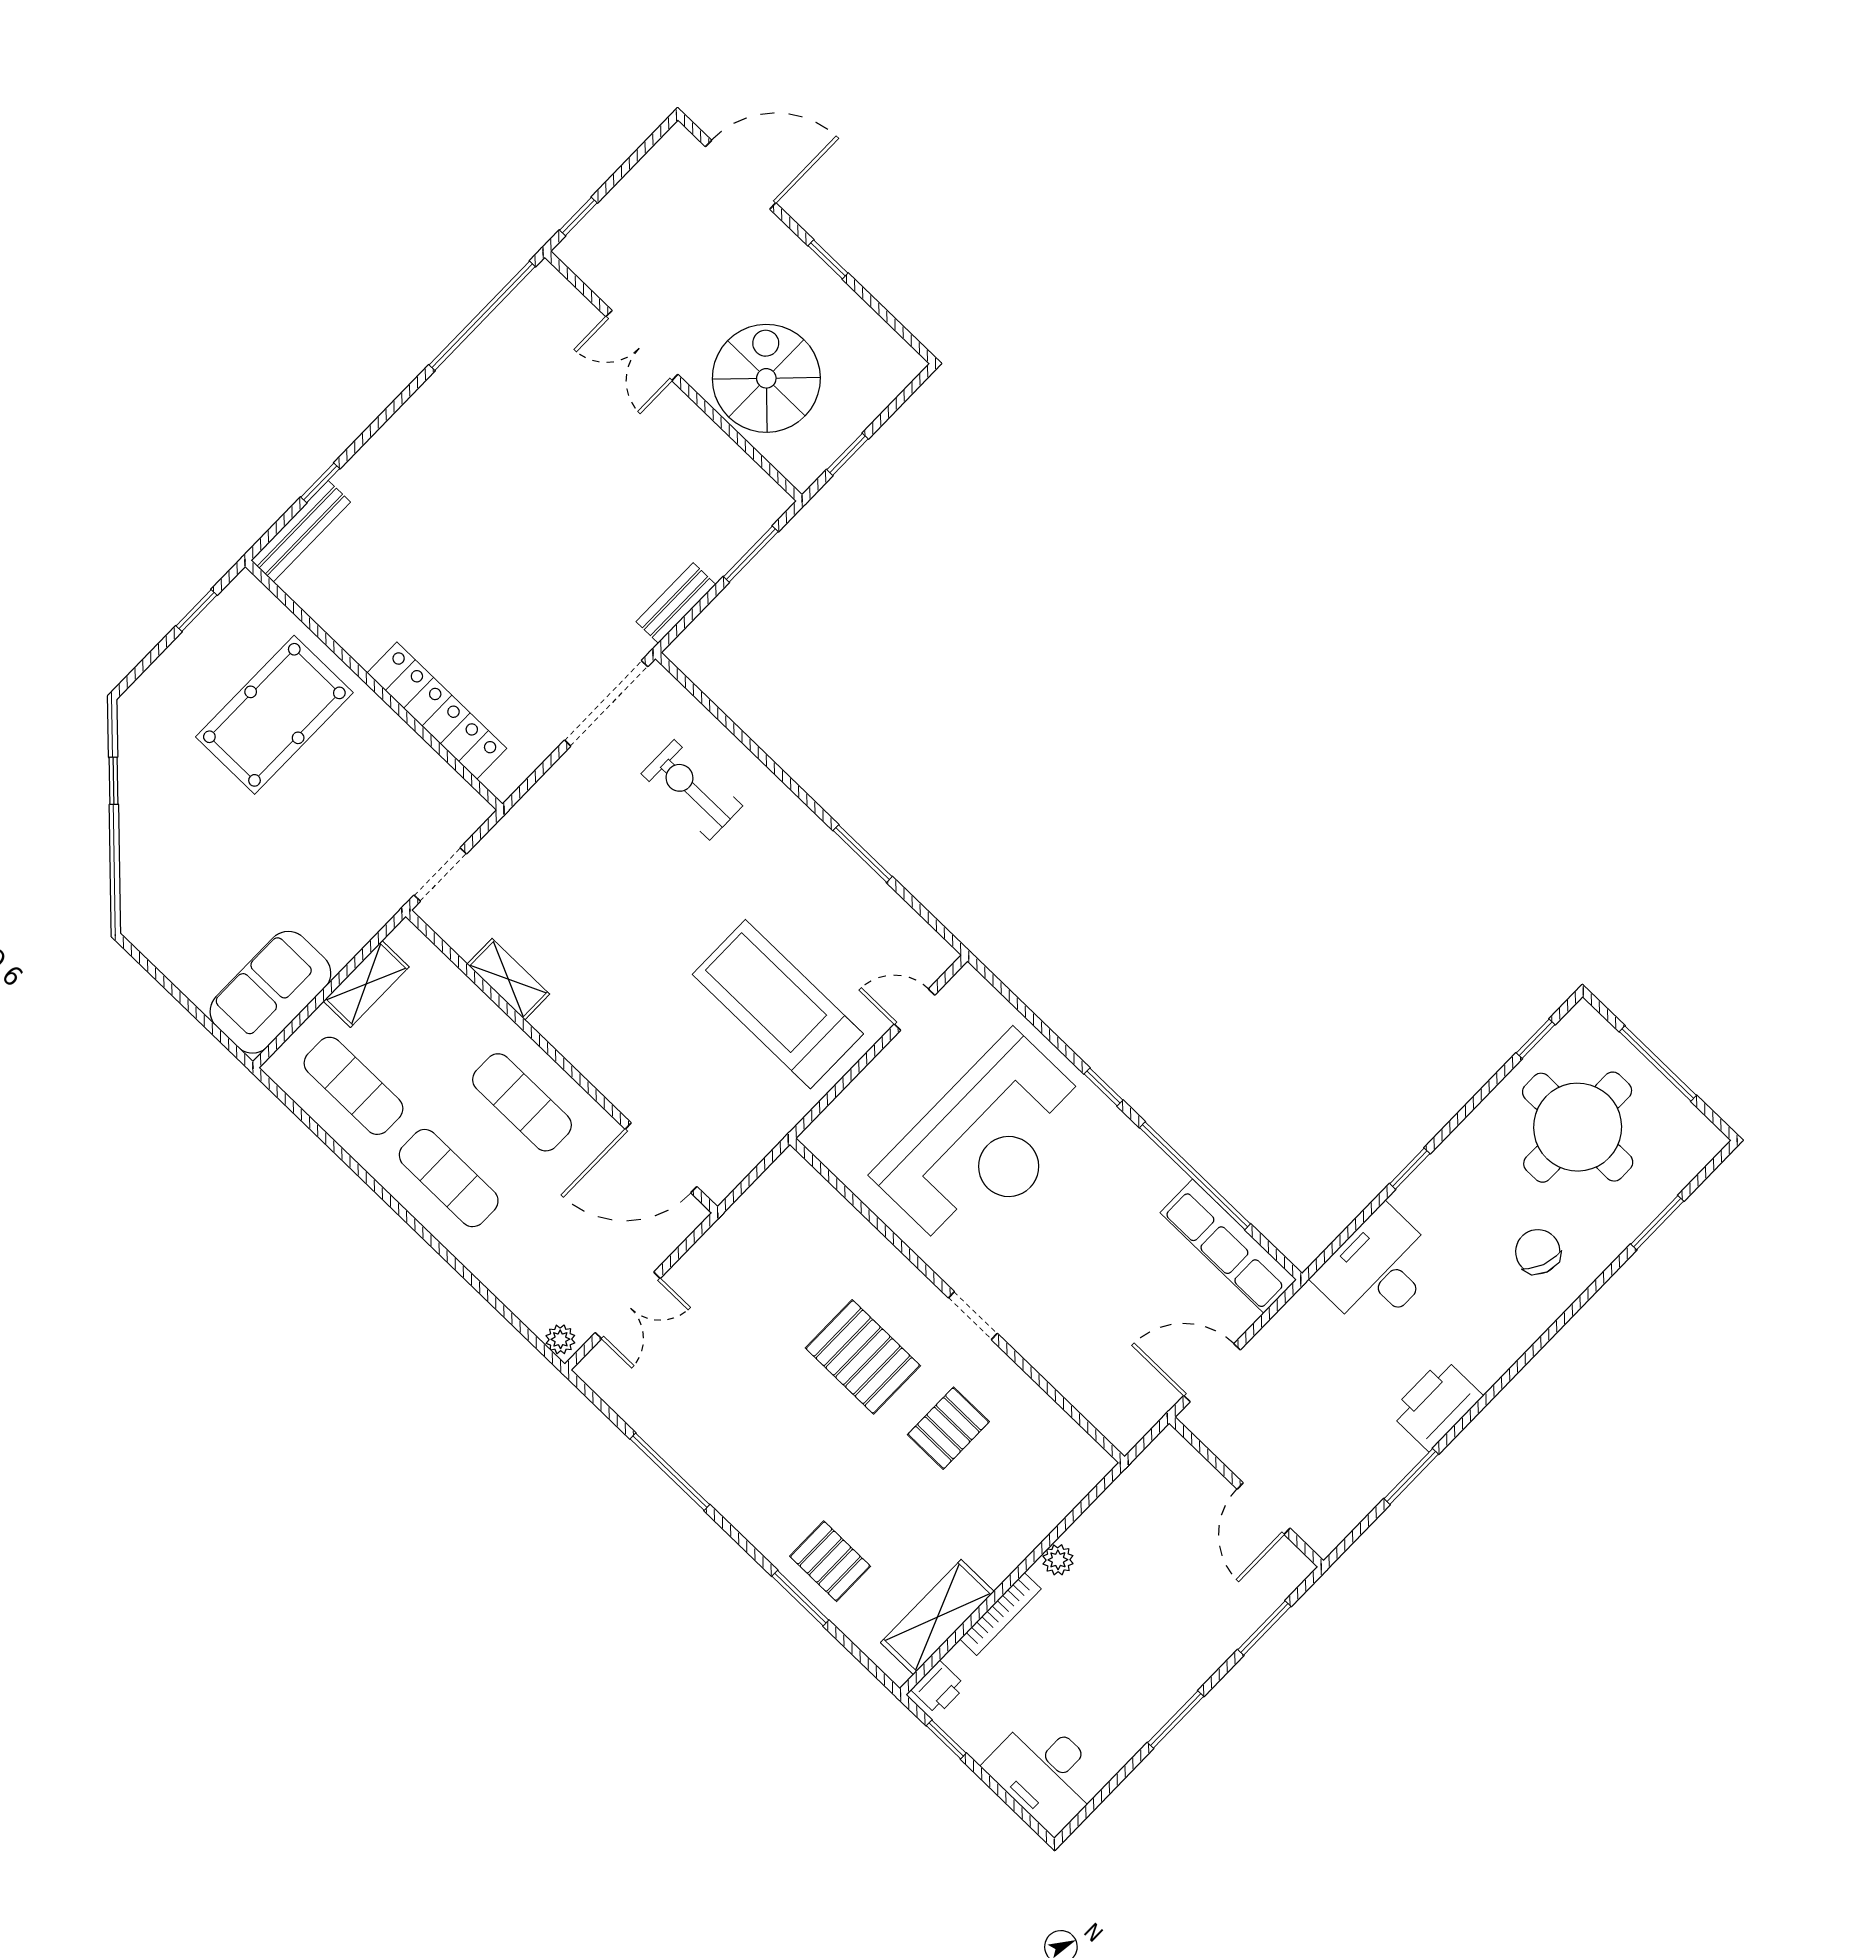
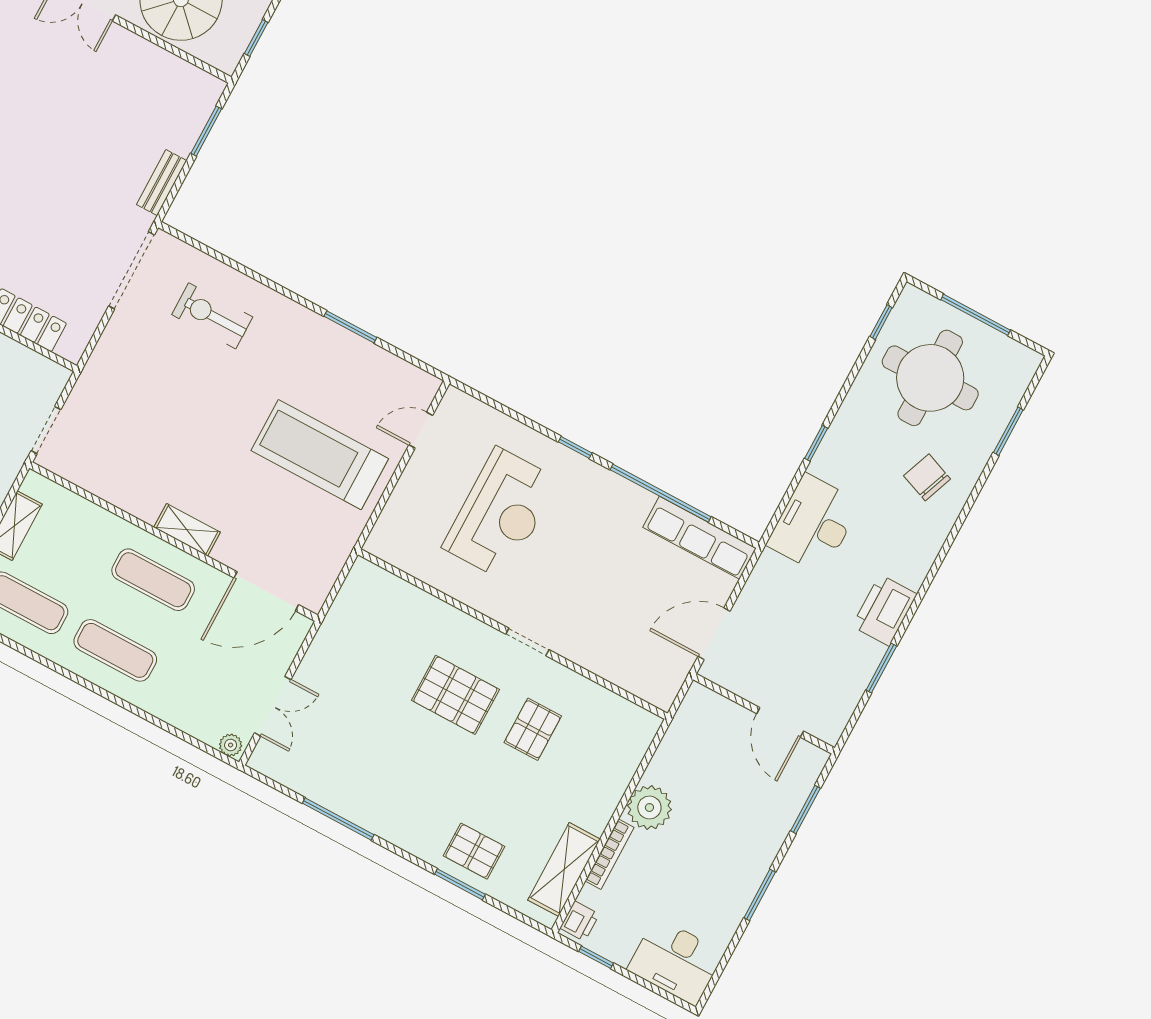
shelving: (508, 979) -> (187, 530), moved
reception desk: (985, 1144) -> (501, 514), width x0.74, depth x0.77
plant: (1058, 1560) -> (649, 808), width x1.88, depth x1.88

